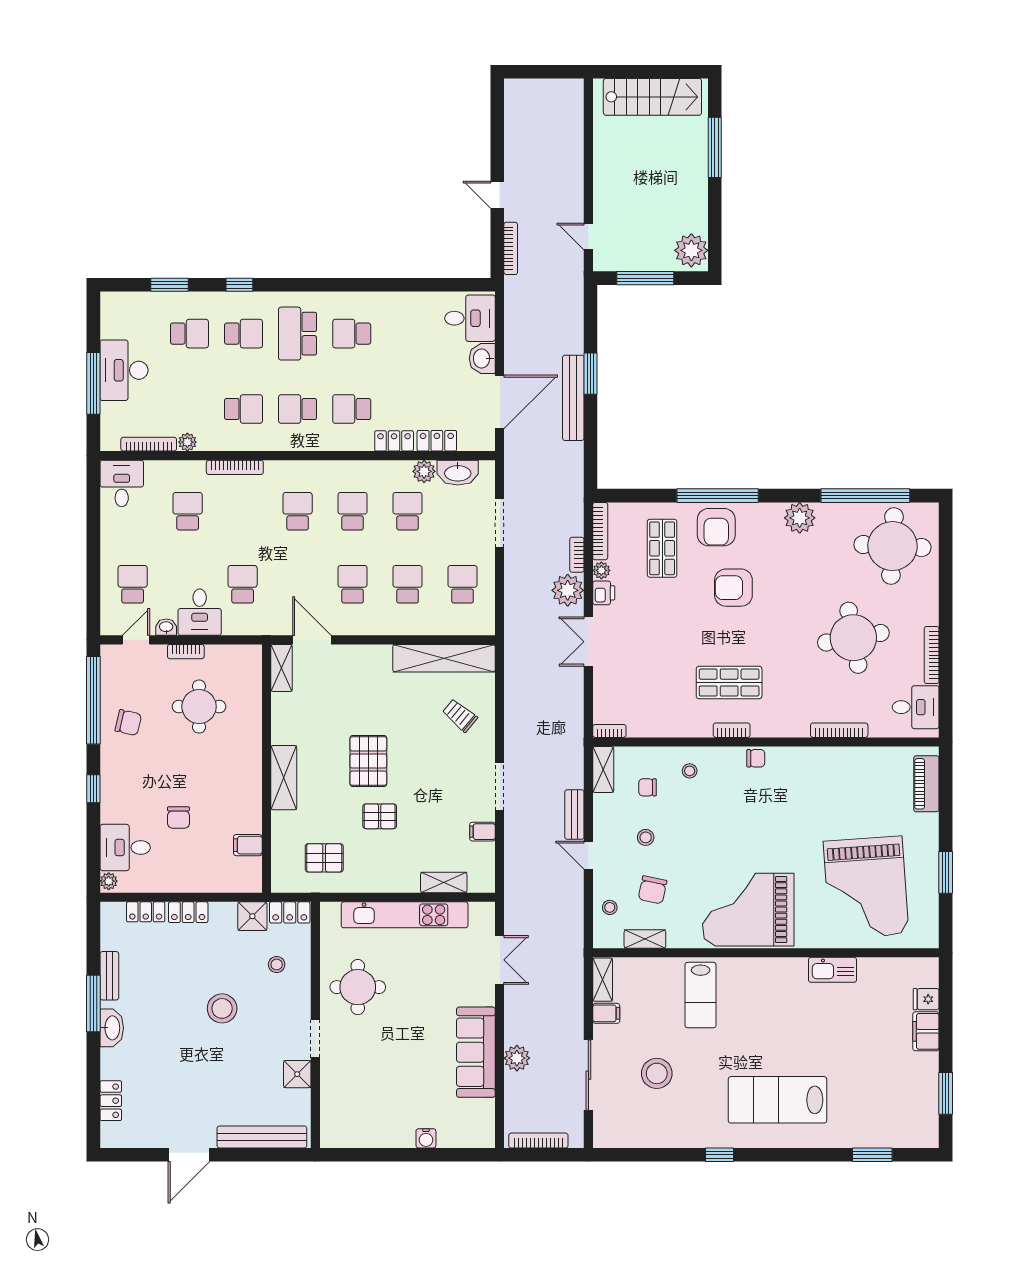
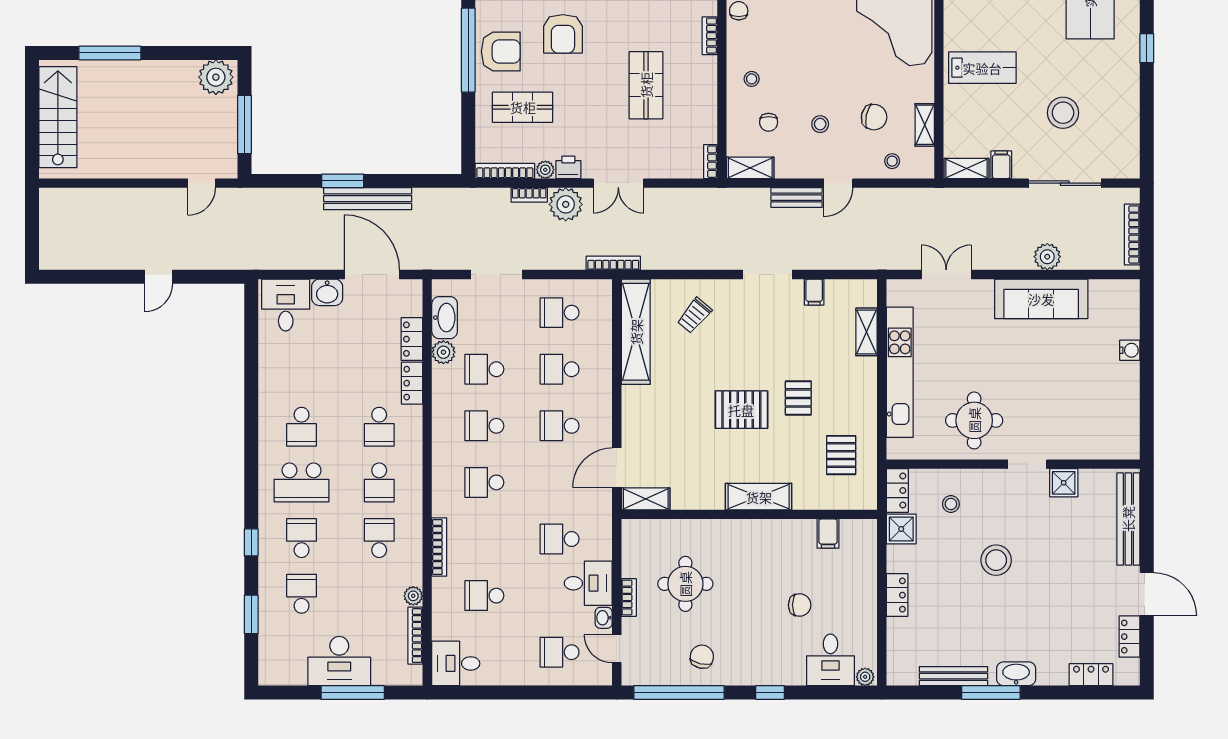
bookcase: (511, 248) -> (613, 263), moved
shop shelf: (729, 683) -> (646, 85), moved
locker: (146, 912) -> (1129, 637), moved, turned 180
bench: (109, 976) -> (953, 676), width x1.36

